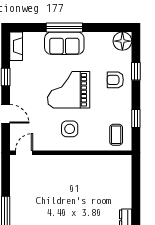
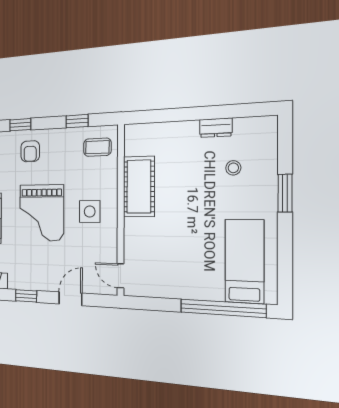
cot: (87, 166) -> (139, 187), added

